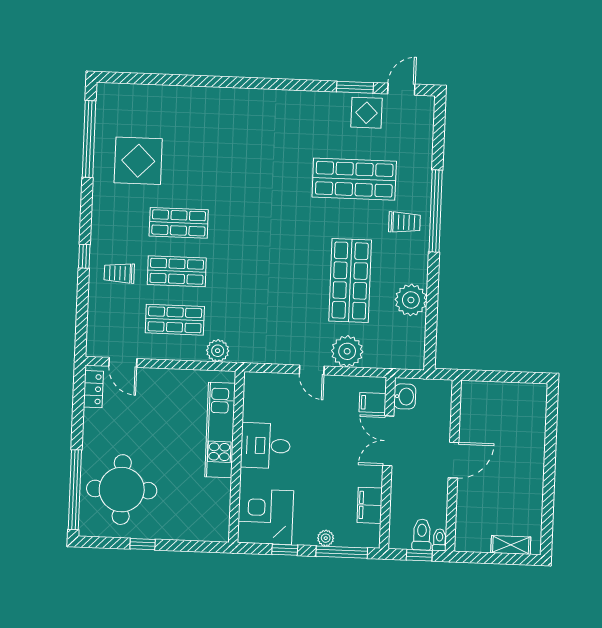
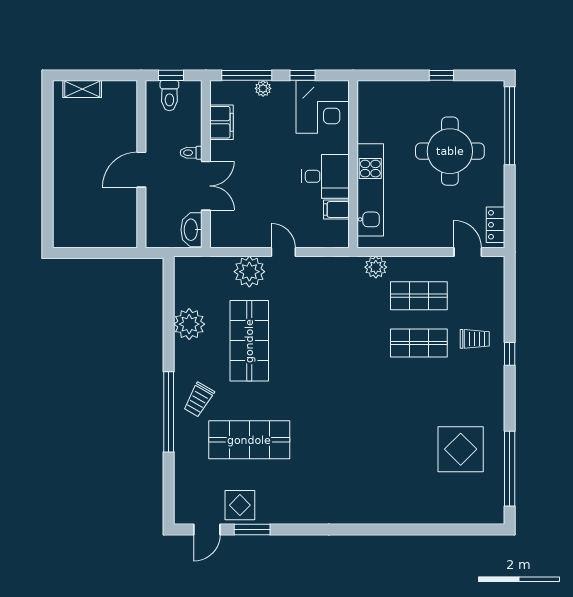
trolley: (404, 222) -> (199, 400), turned -60
shop shelf: (179, 223) -> (419, 390), removed
washbasin: (405, 396) -> (191, 230), width x1.38
filing cabinet: (373, 403) -> (336, 210), moved, turned 180
round table: (122, 490) -> (450, 151), moved
toilet: (439, 540) -> (191, 153), moved, turned 90

